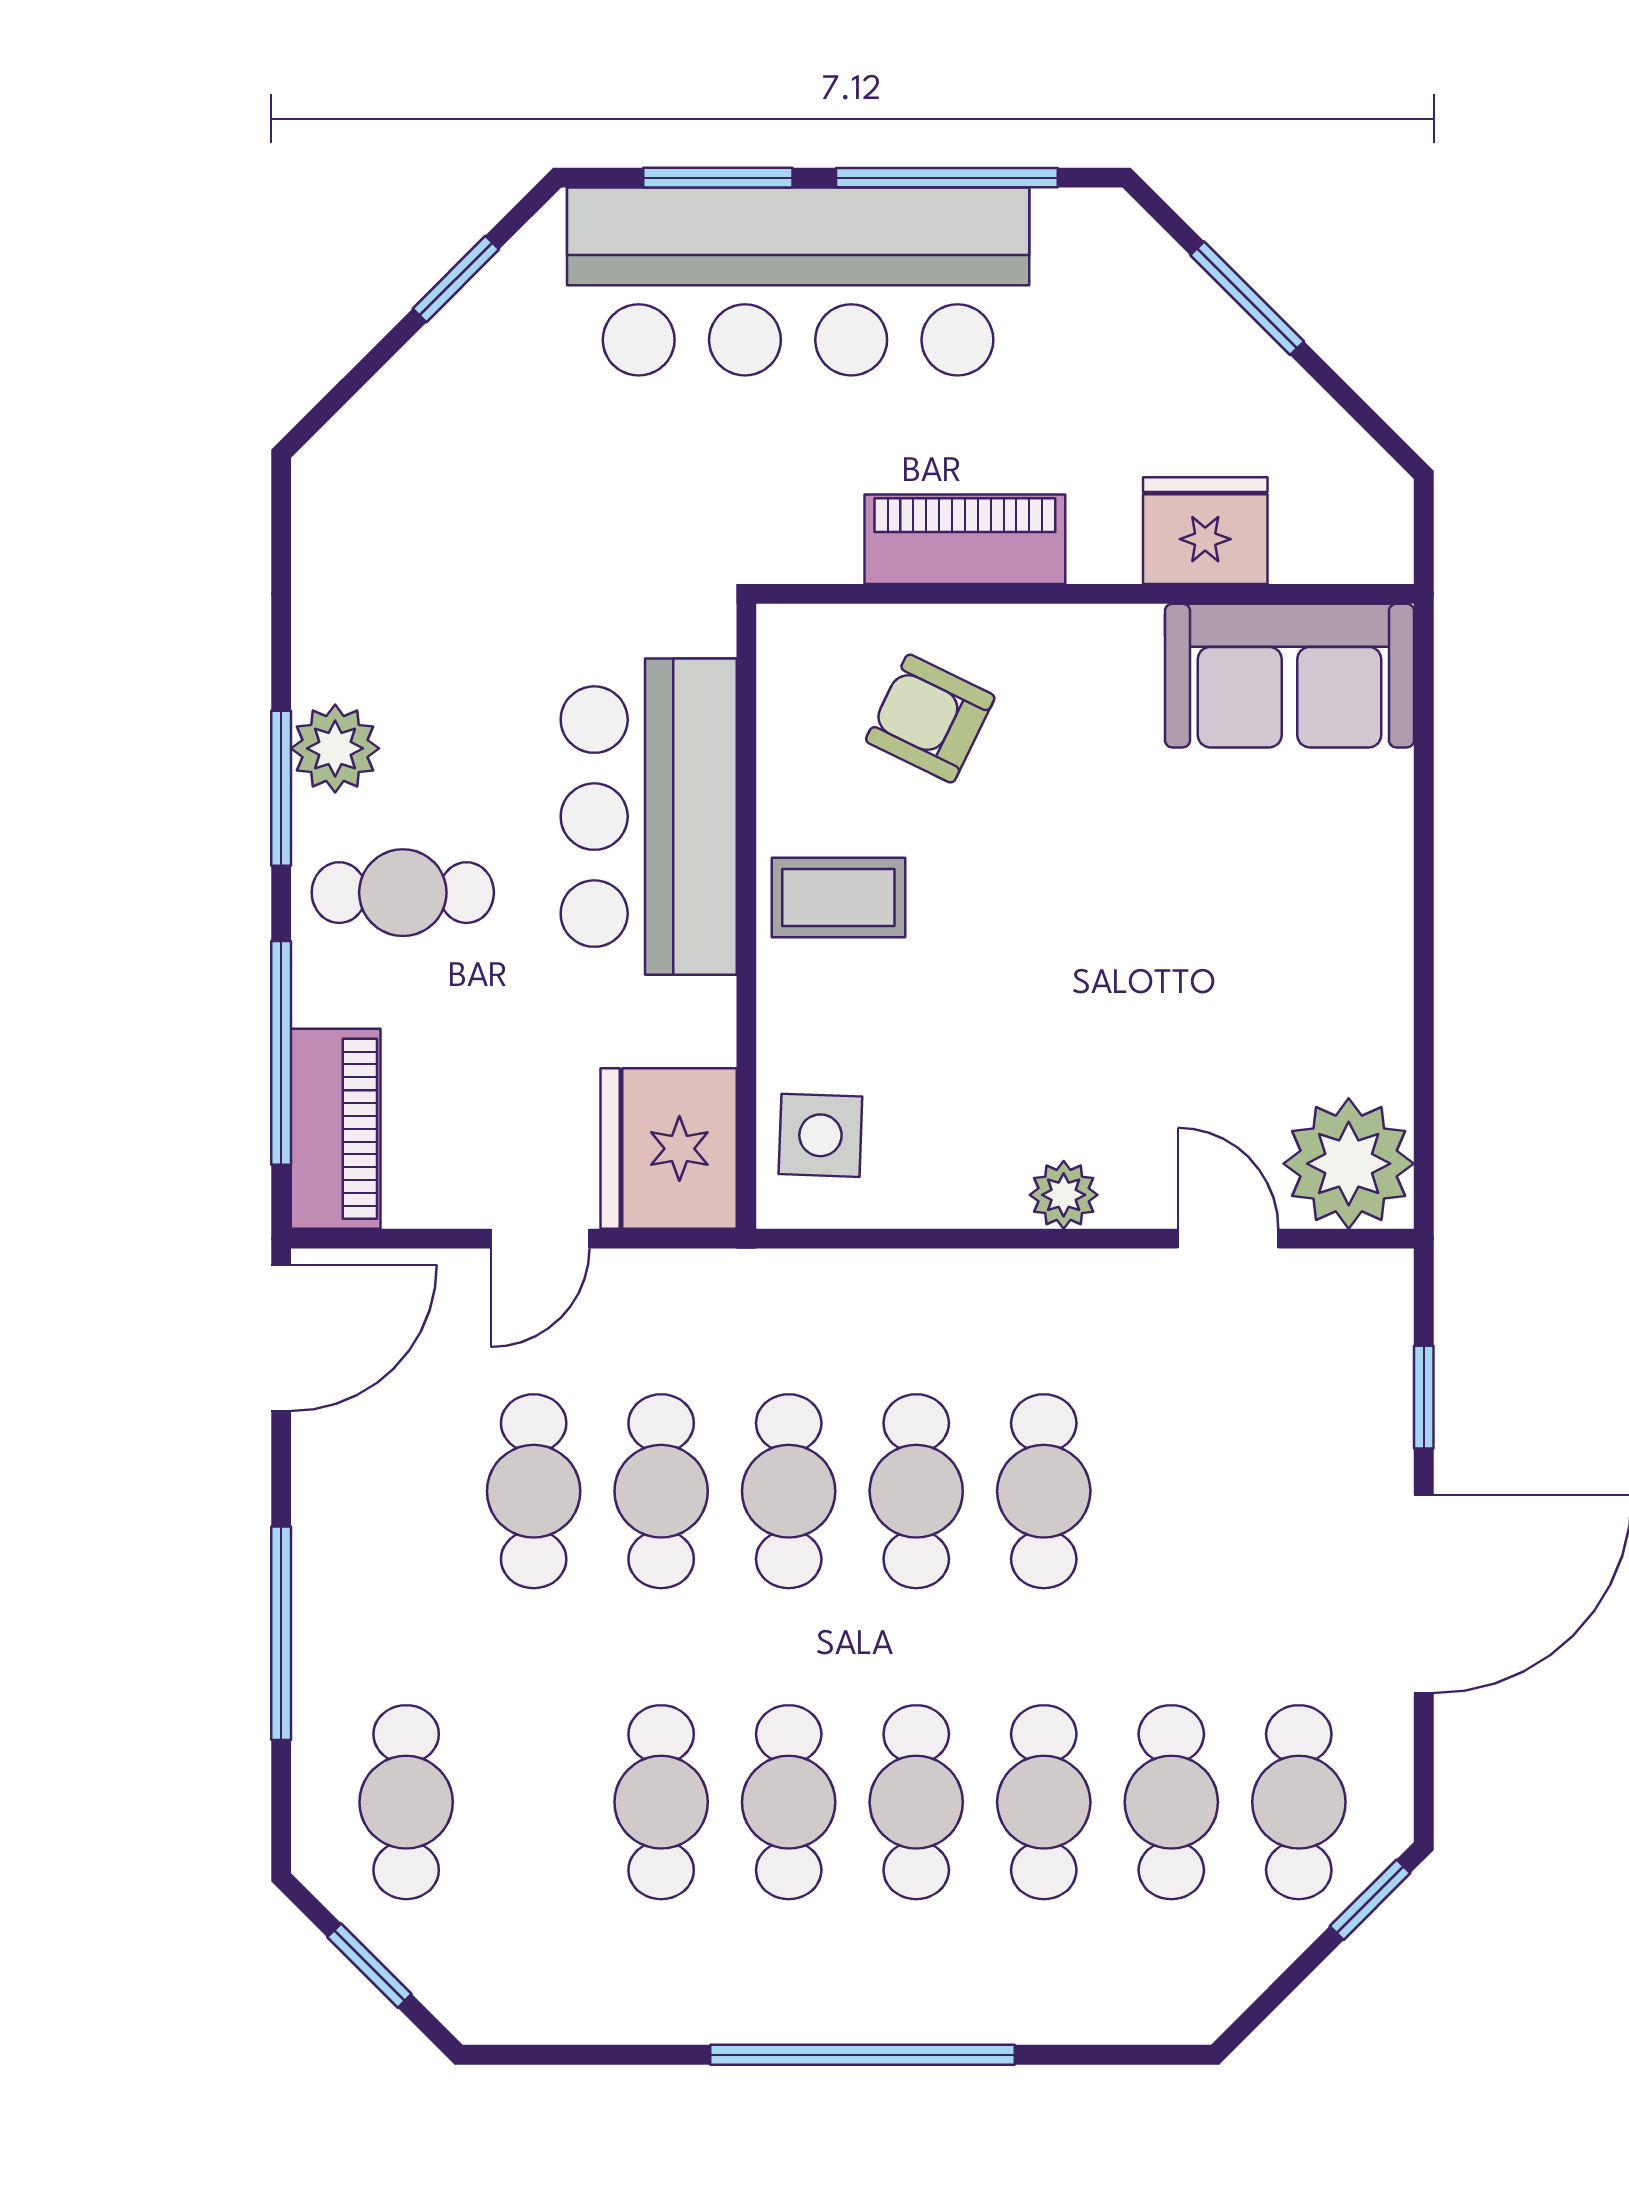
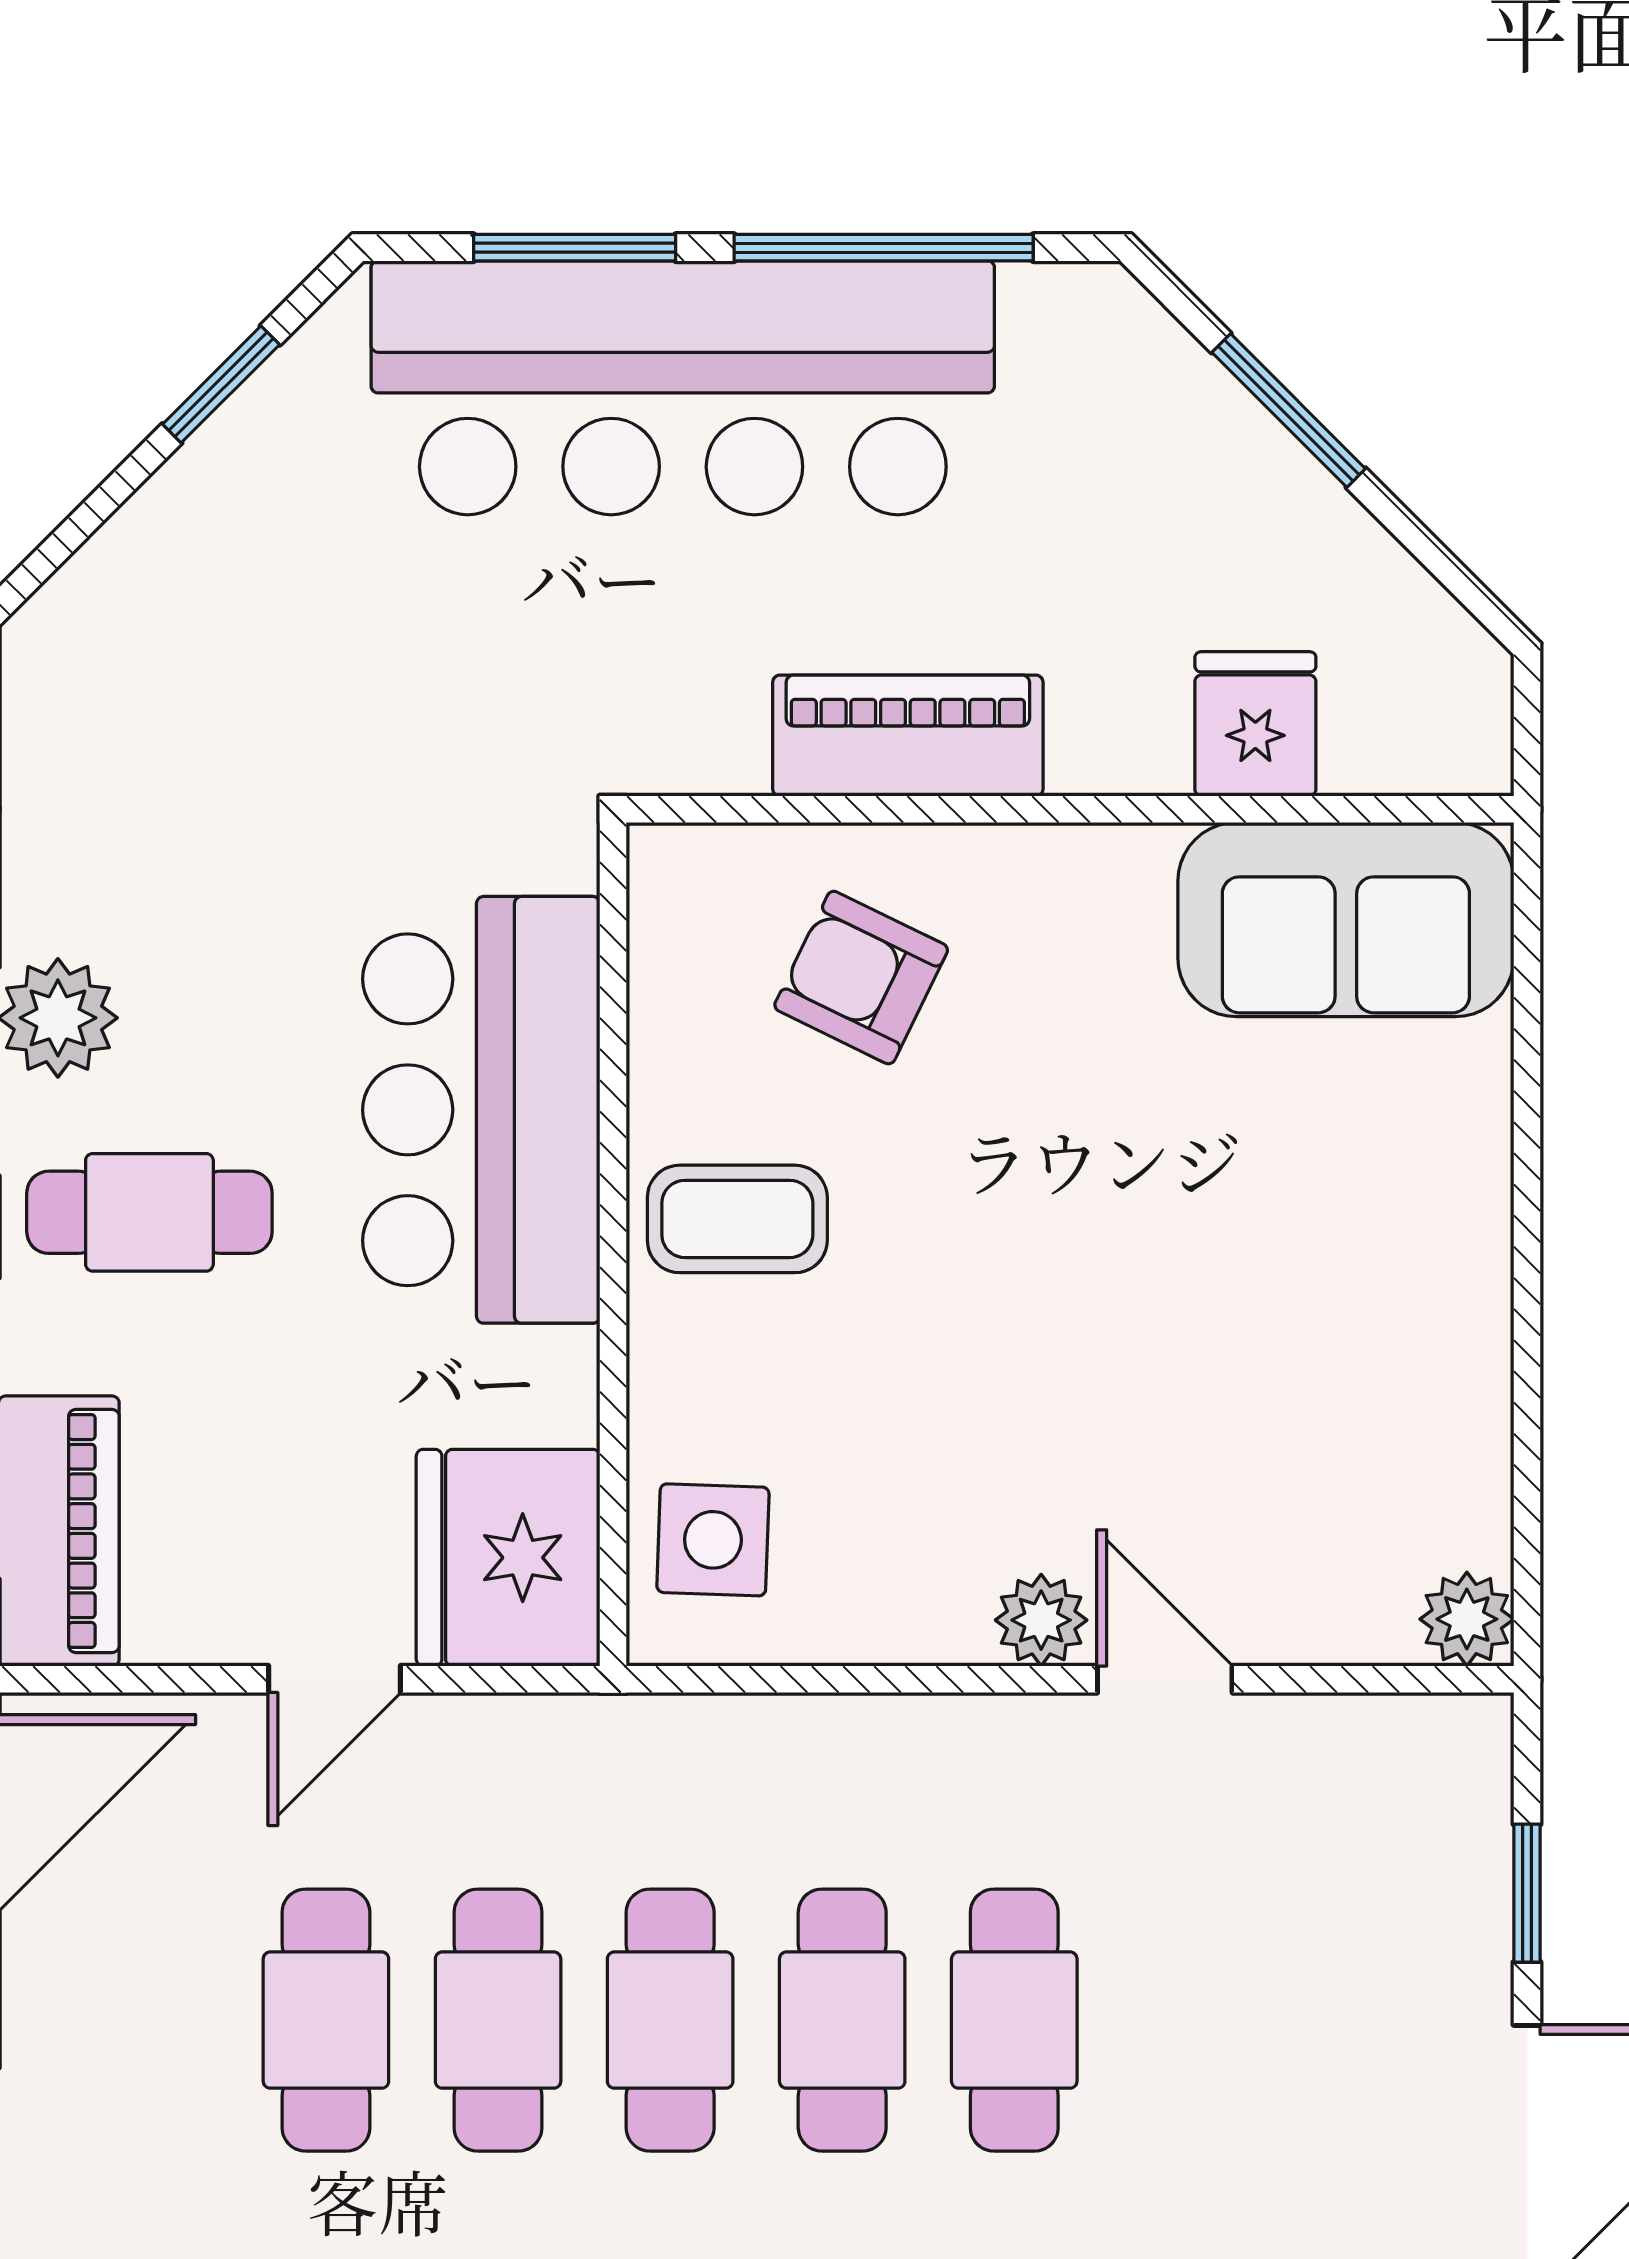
fridge: (1205, 531) -> (1255, 724), width x0.72
plant: (1349, 1164) -> (1467, 1619), width x0.53, depth x0.53
door: (1228, 1239) -> (1165, 1679), moved

